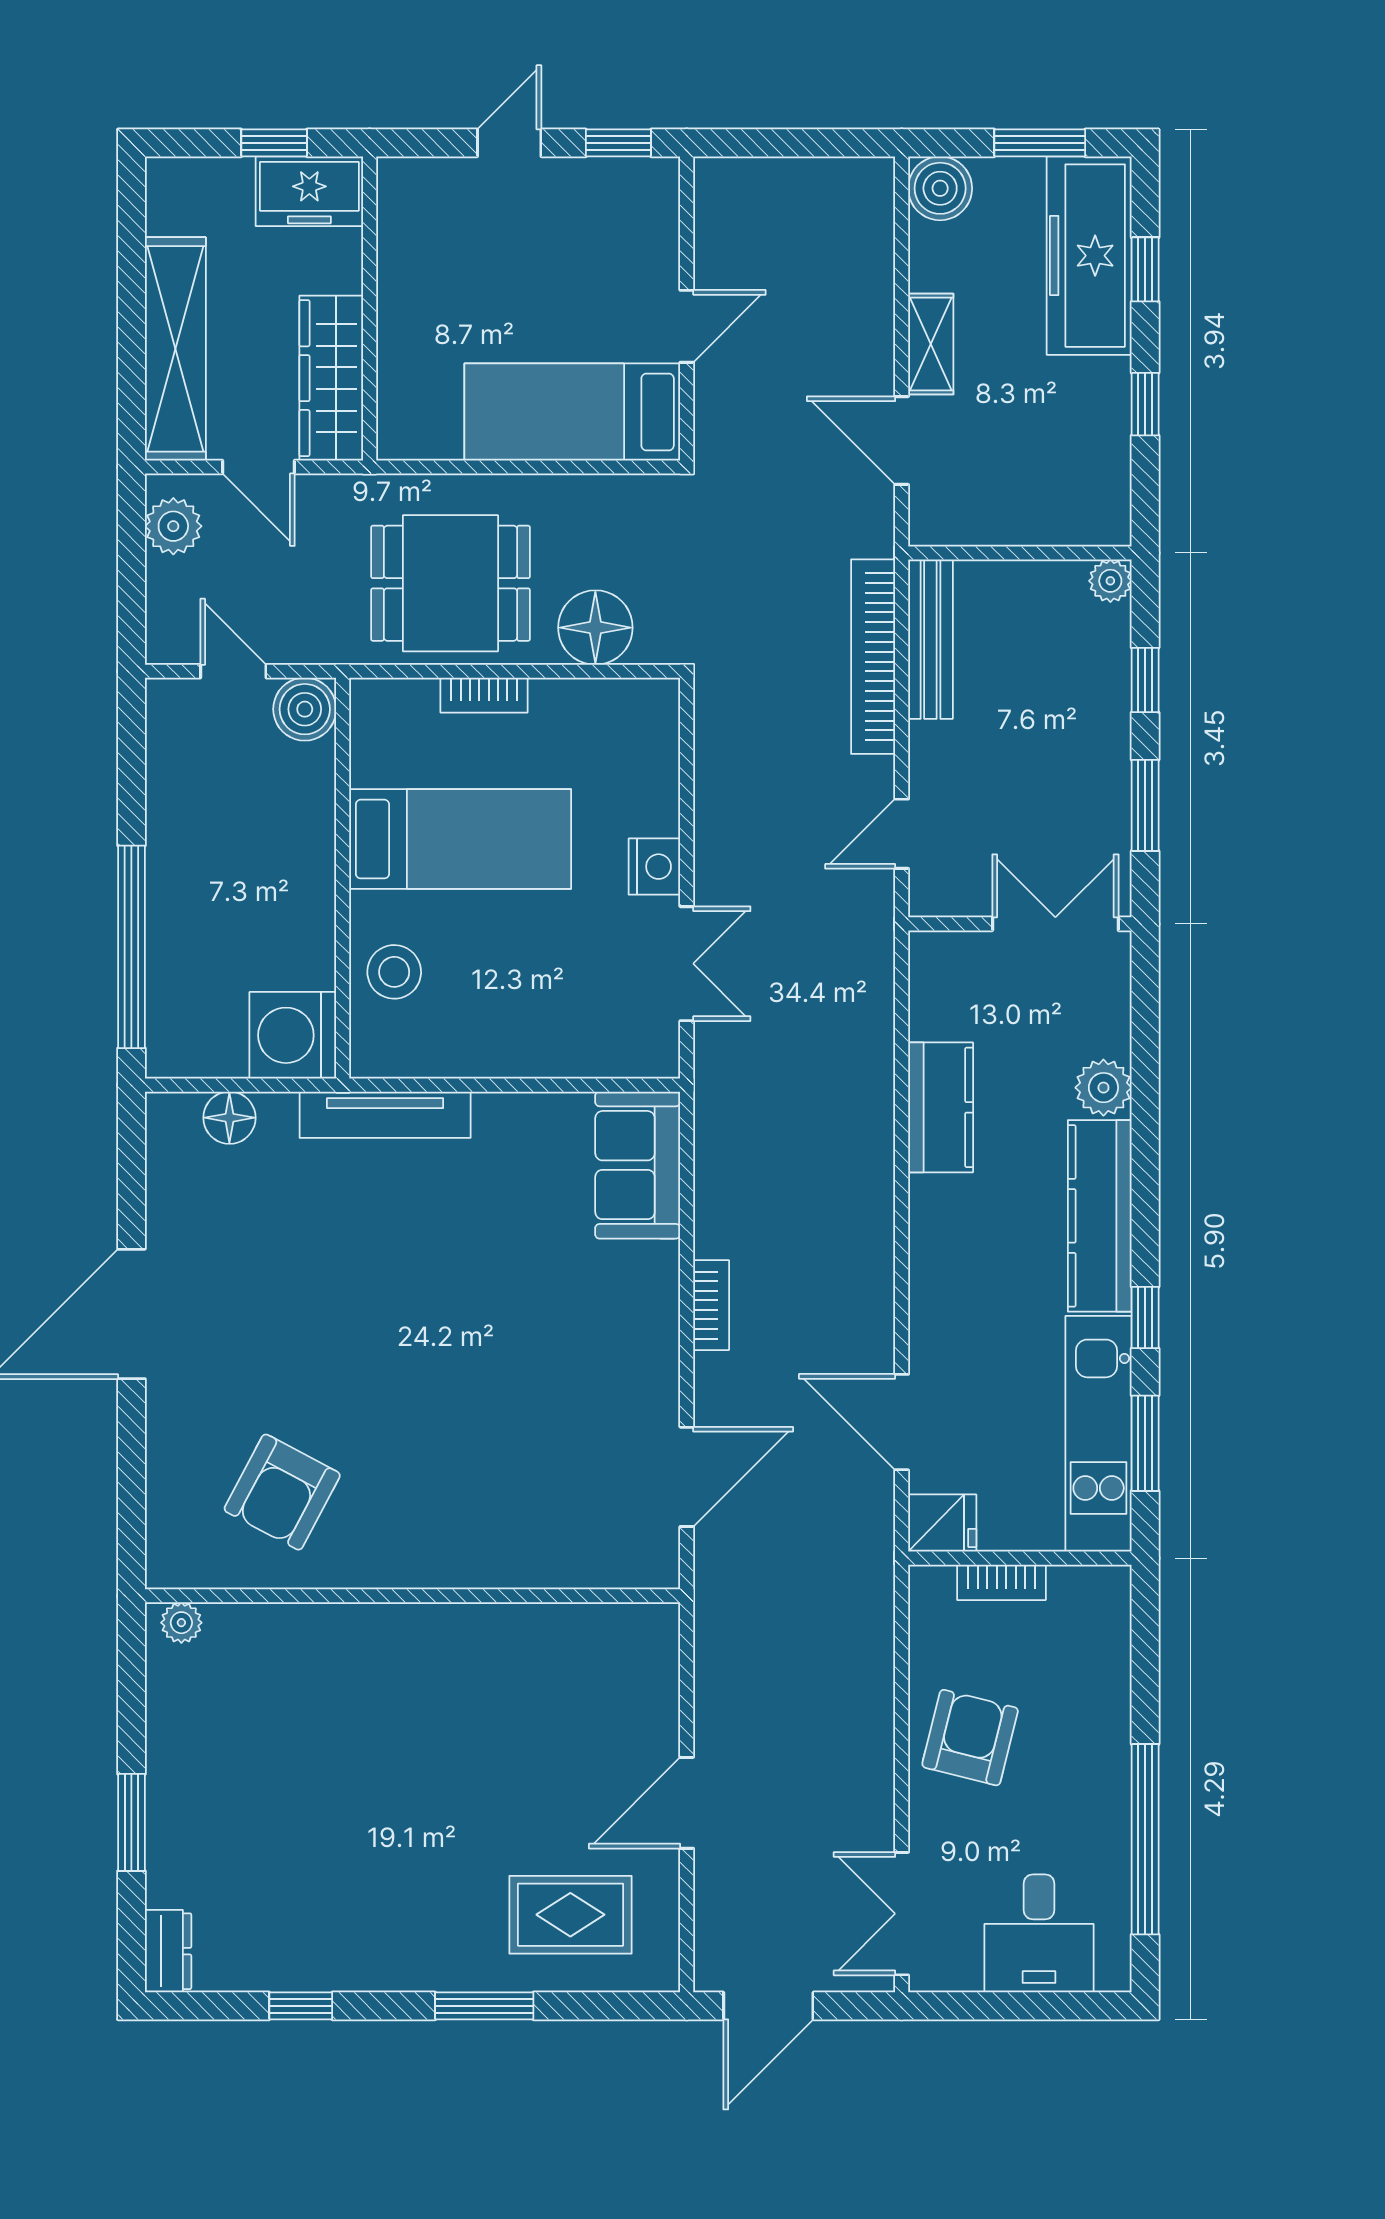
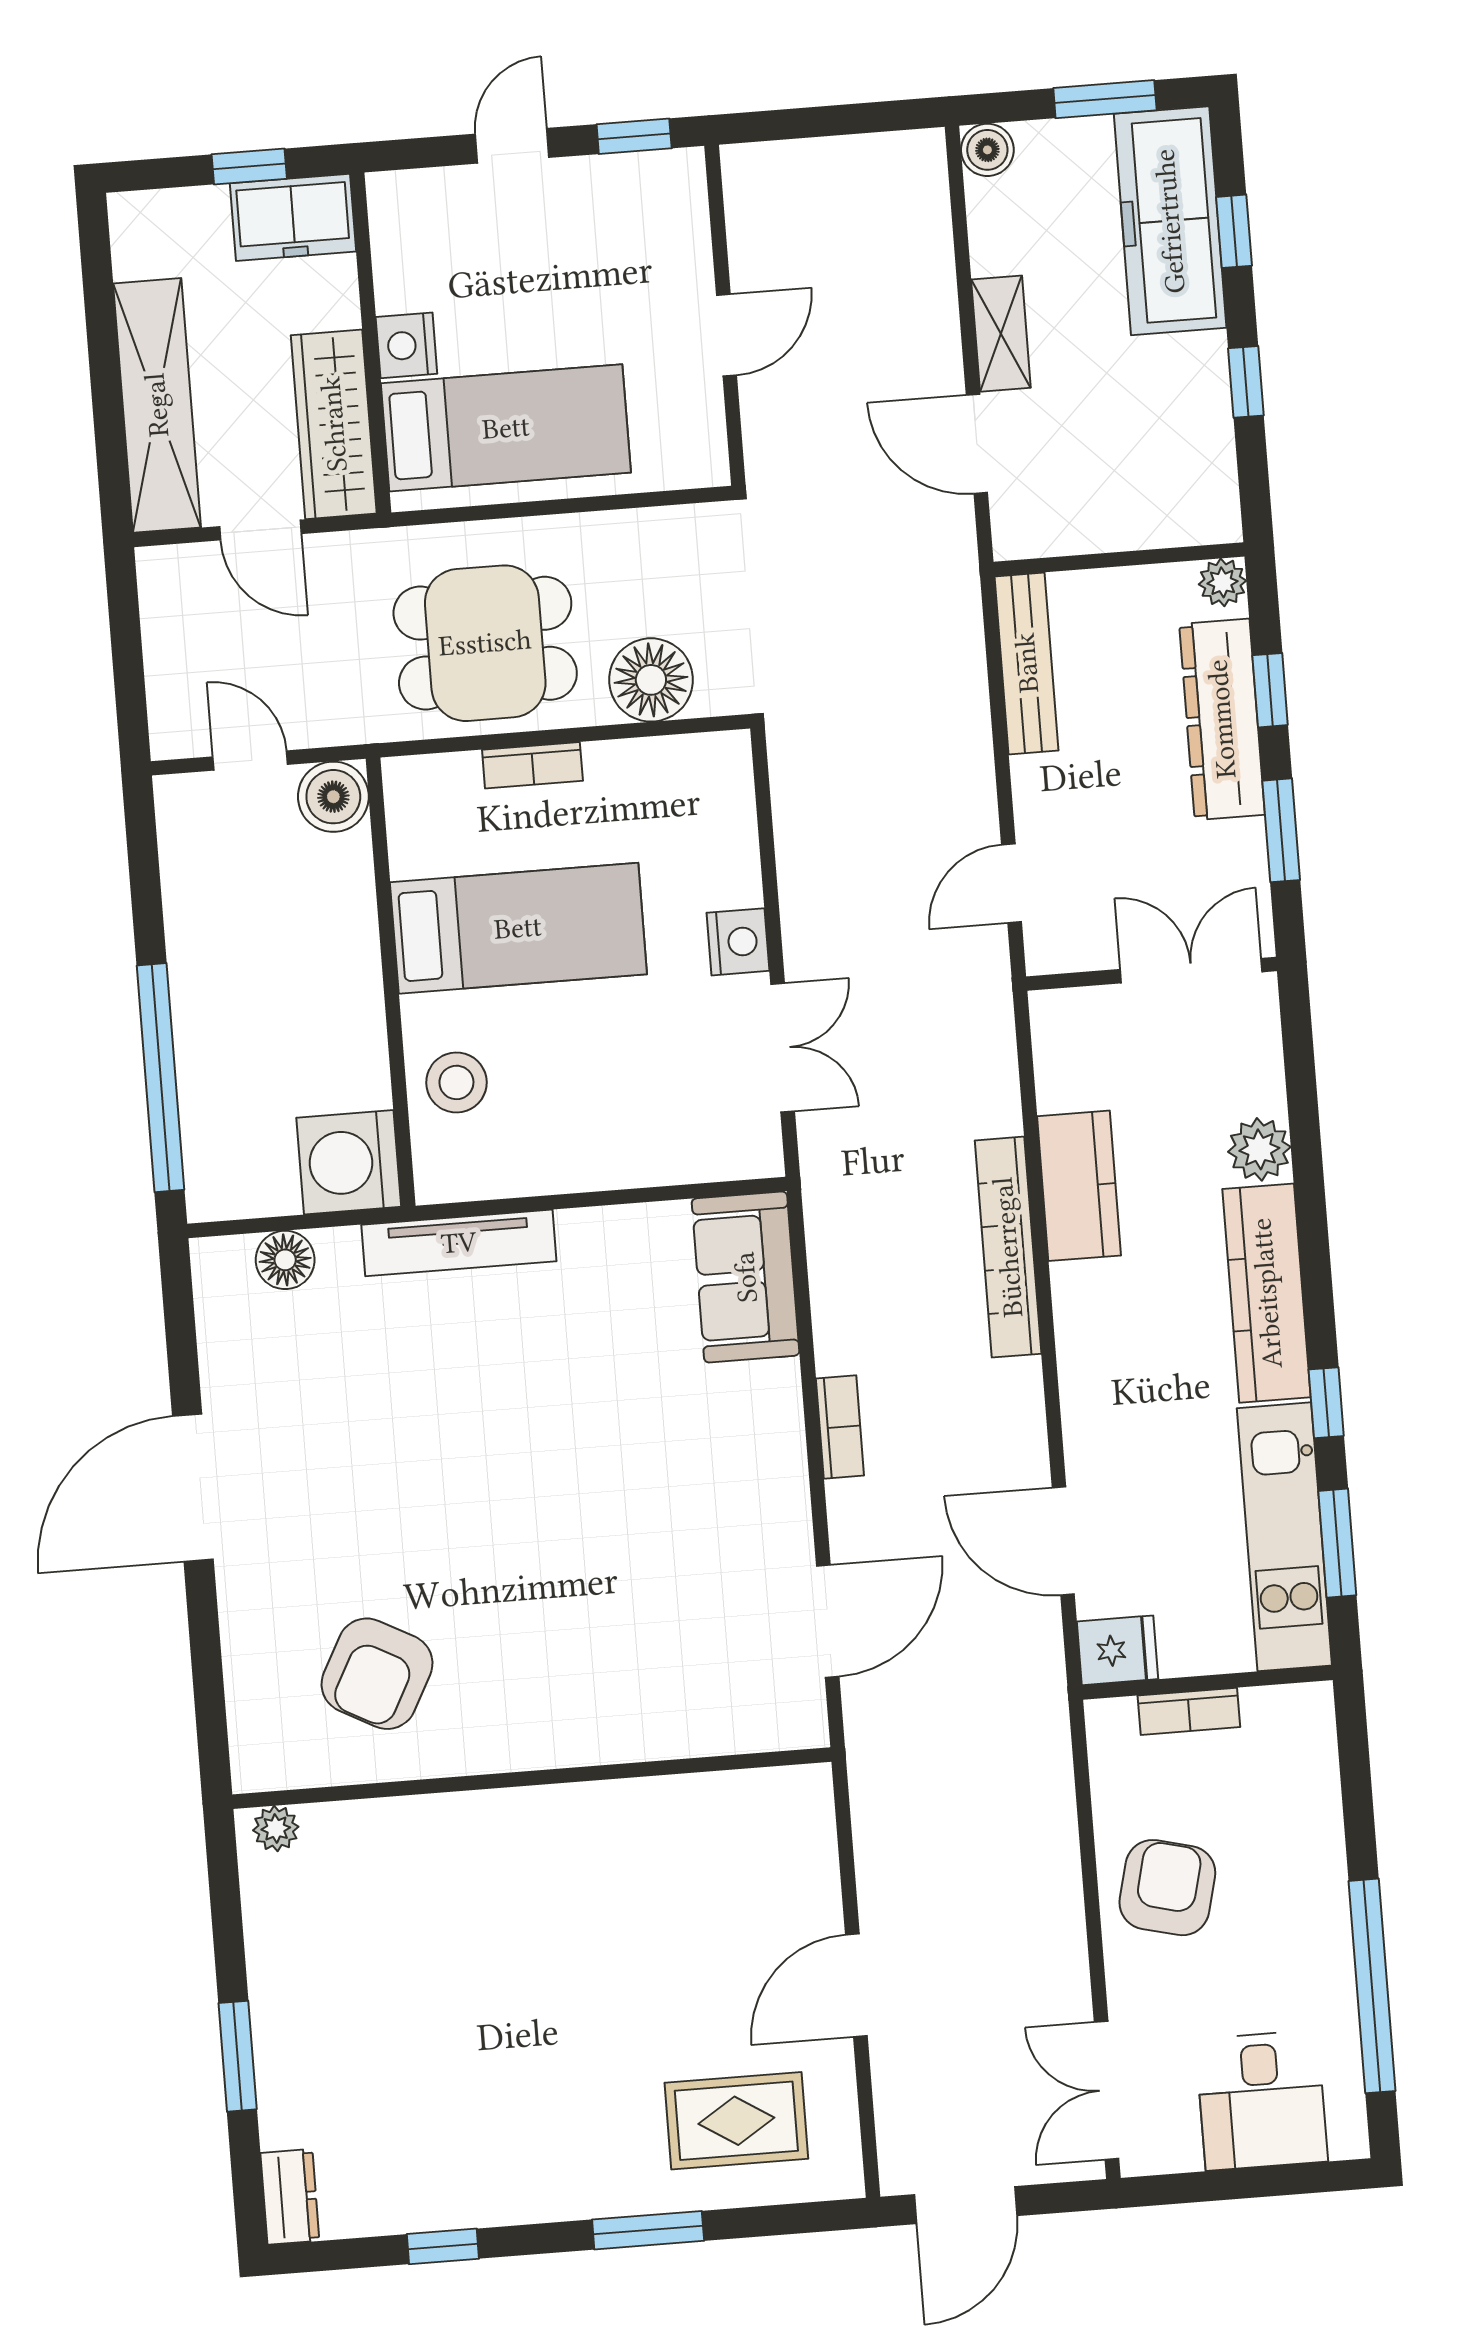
boiler: (940, 188) -> (987, 150), width x0.73, depth x0.73
nightstand: (401, 313) -> (406, 345), added
bed: (572, 412) -> (506, 428), moved, turned 180
plant: (173, 526) -> (170, 604), removed
bookcase: (873, 657) -> (1008, 1247), moved
dresser: (1100, 703) -> (1222, 719), added

